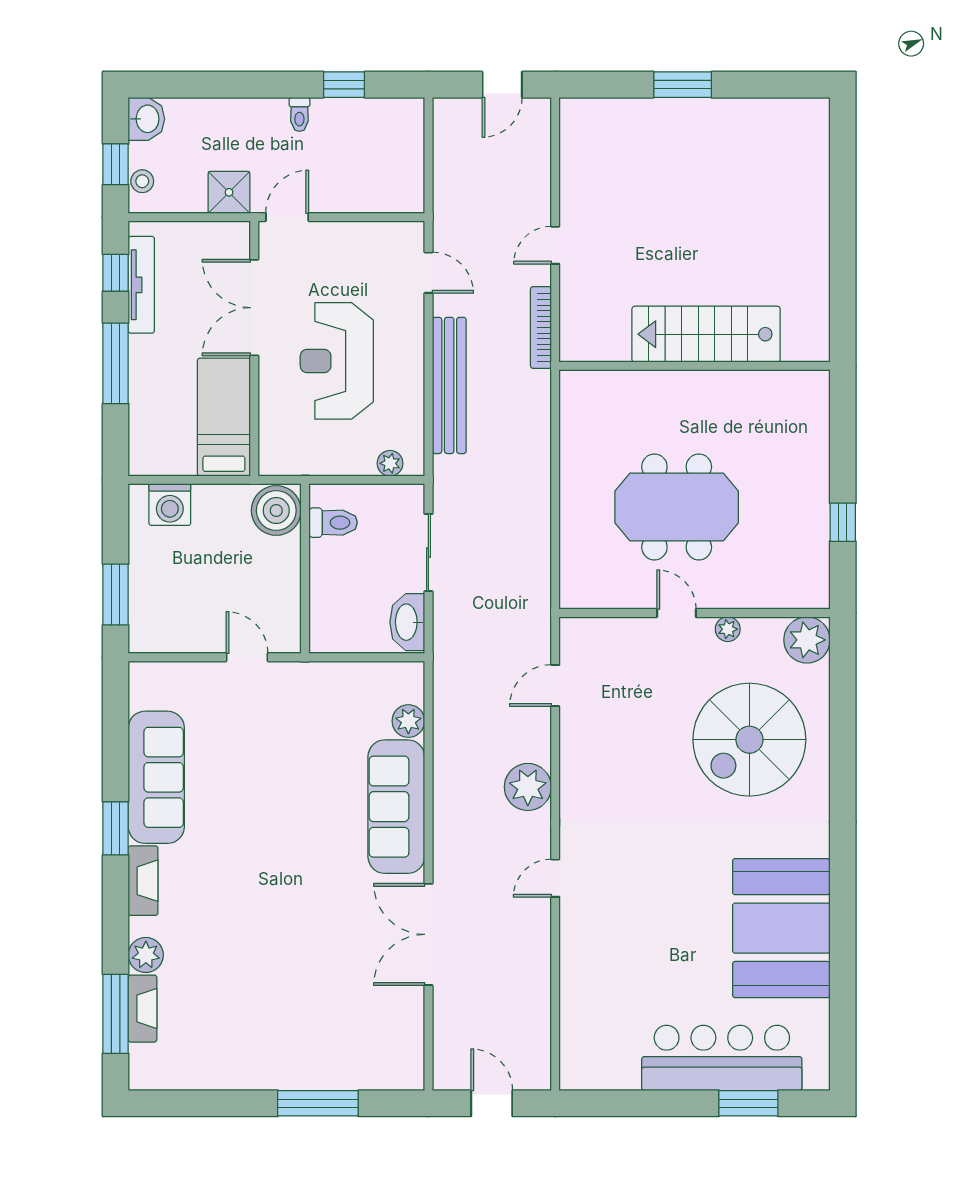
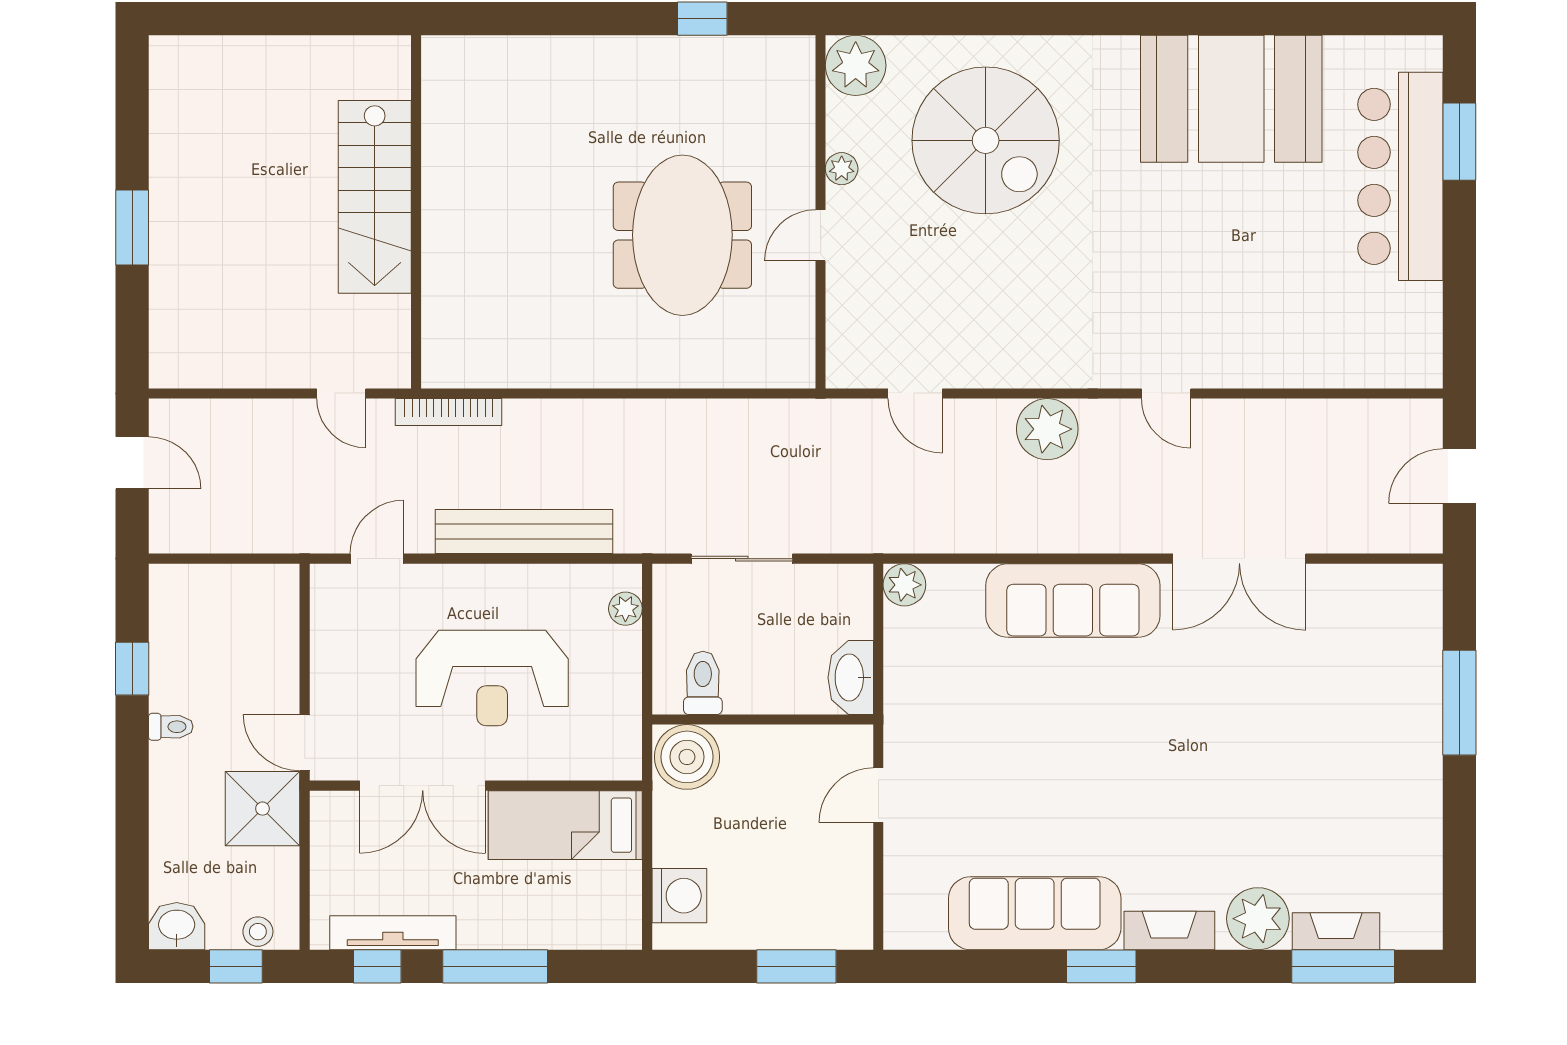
shower: (229, 192) -> (262, 809), width x1.36, depth x1.36
stairs: (706, 334) -> (375, 197), moved
wall: (695, 366) -> (416, 212), moved
washbasin: (407, 622) -> (851, 678), moved, turned 90
plant: (408, 721) -> (904, 585), moved
plant: (146, 955) -> (1258, 919), width x1.36, depth x1.36

